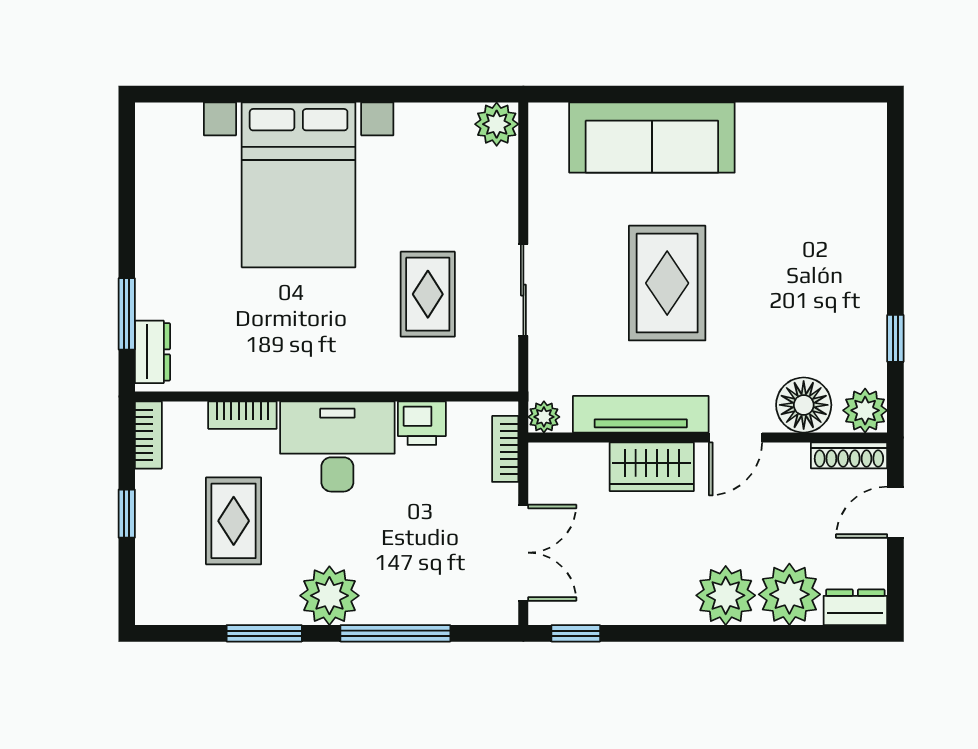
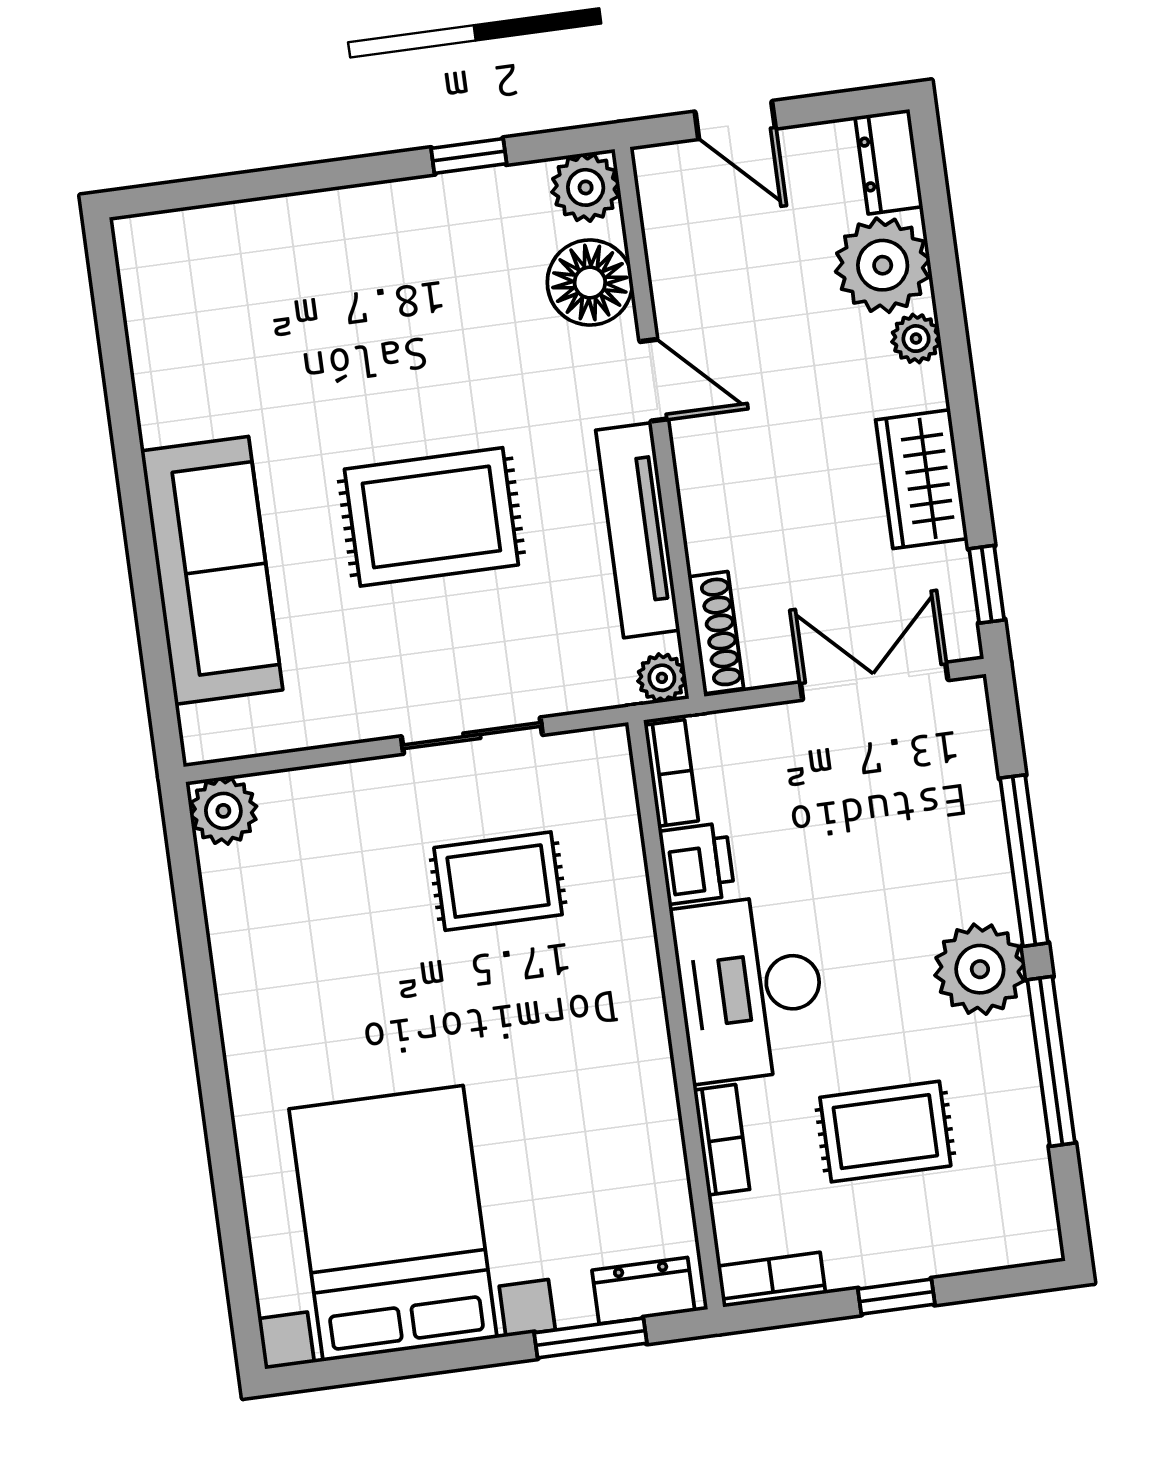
bed with nightstands: (299, 185) -> (393, 1223), moved, turned -90
bookcase: (505, 449) -> (671, 773), moved, turned -90
shoe rack: (849, 455) -> (716, 633), moved
wardrobe: (652, 467) -> (922, 479), moved, turned 180
plant: (726, 595) -> (916, 339), width x0.53, depth x0.53
window: (264, 633) -> (1051, 1061), width x1.44

